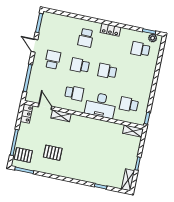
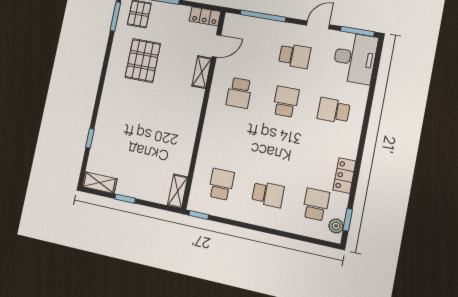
locker: (110, 30) -> (344, 176), moved
school desk: (107, 71) -> (268, 194), moved, turned 90
desk: (101, 105) -> (355, 58), moved, turned 180
pallet: (53, 153) -> (143, 61), width x1.50, depth x1.42

